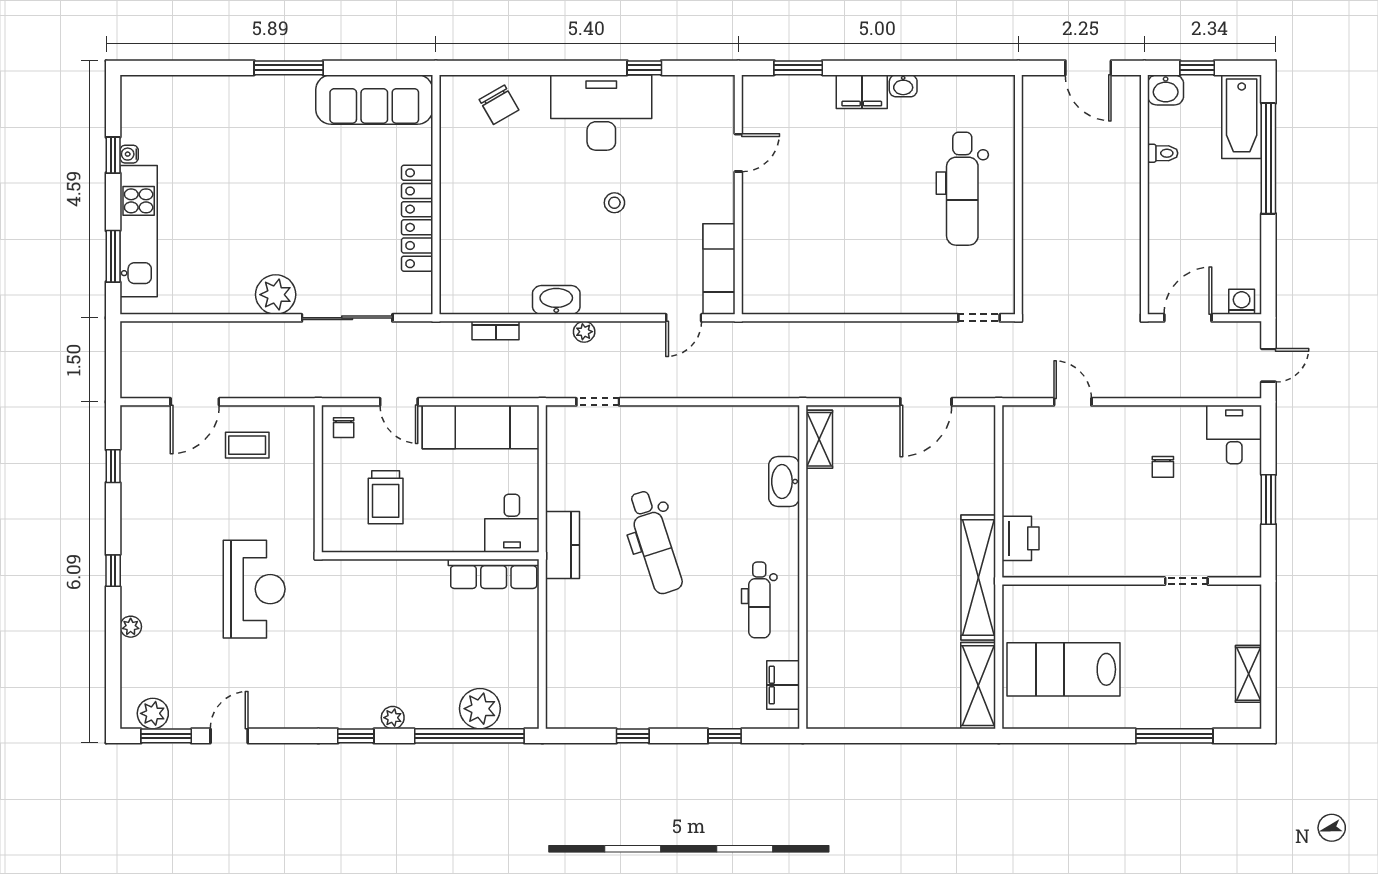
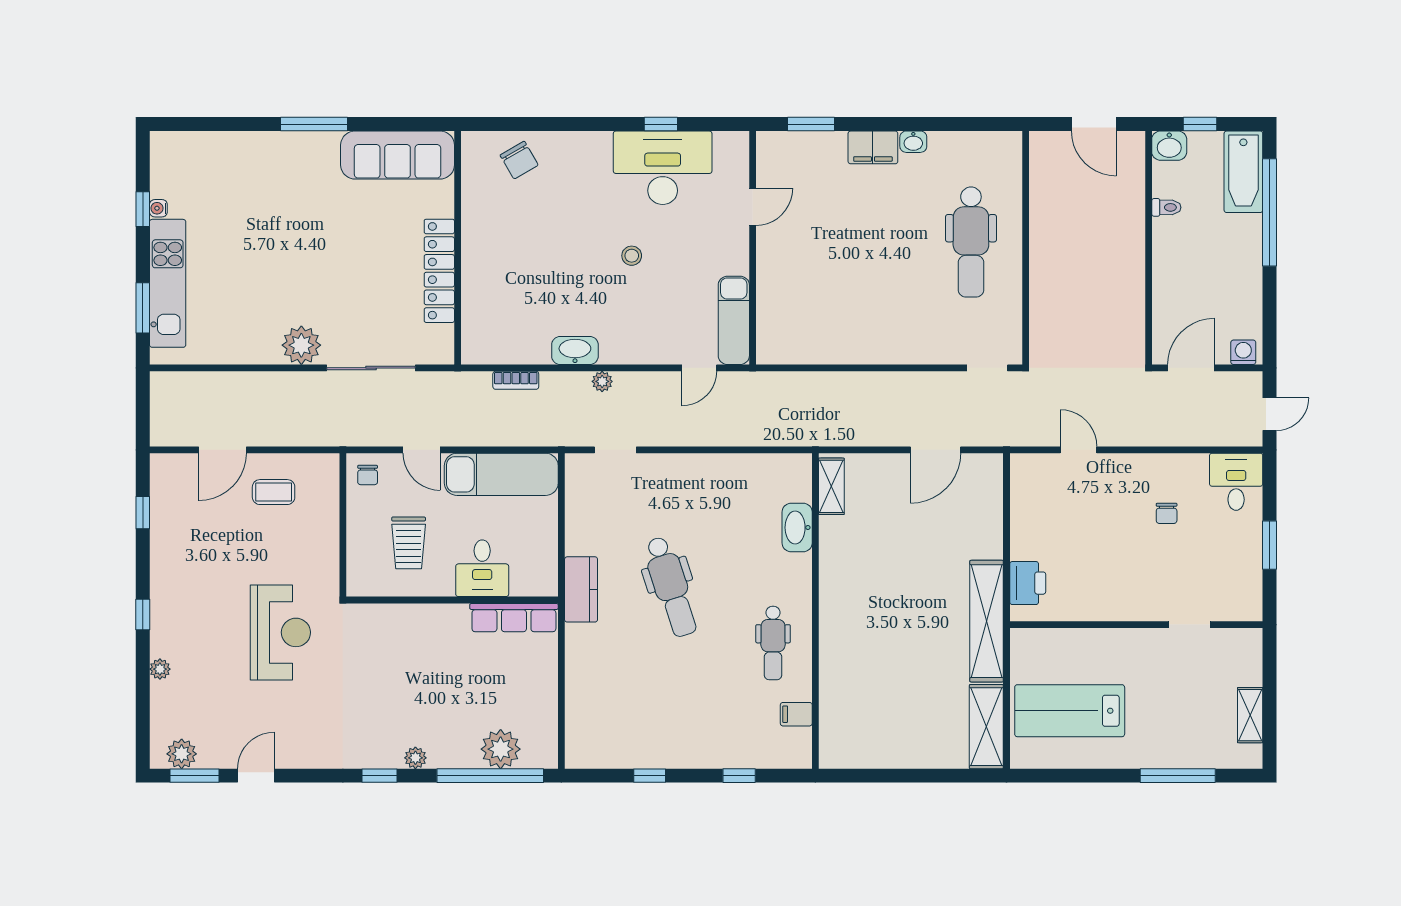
desk: (601, 113) -> (663, 168), moved
desk: (512, 523) -> (482, 568), moved
filing cabinet: (783, 685) -> (796, 714), width x0.50

